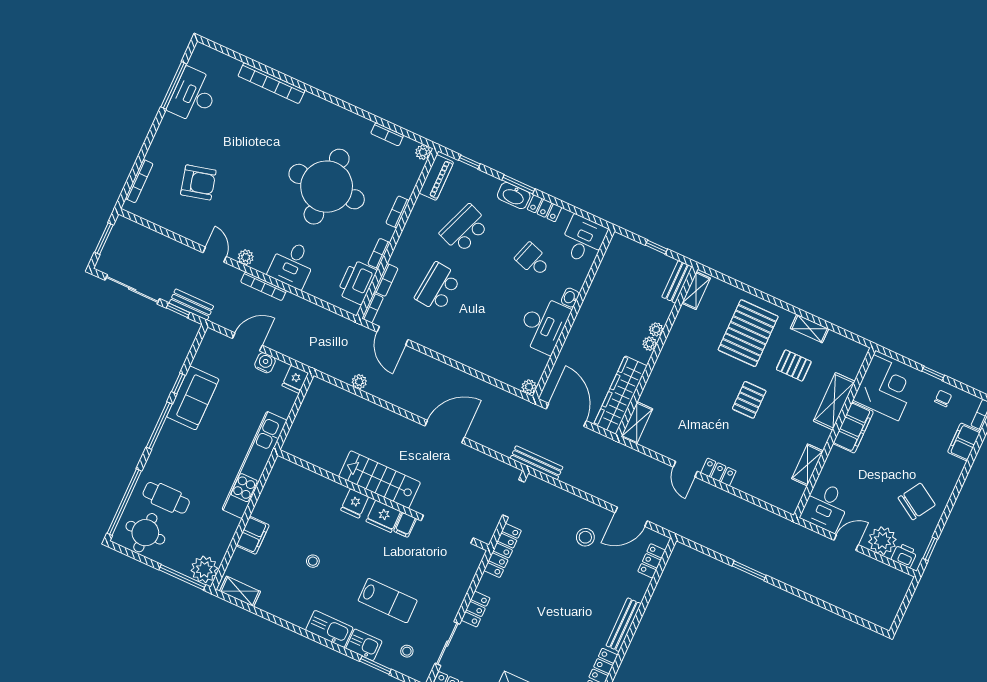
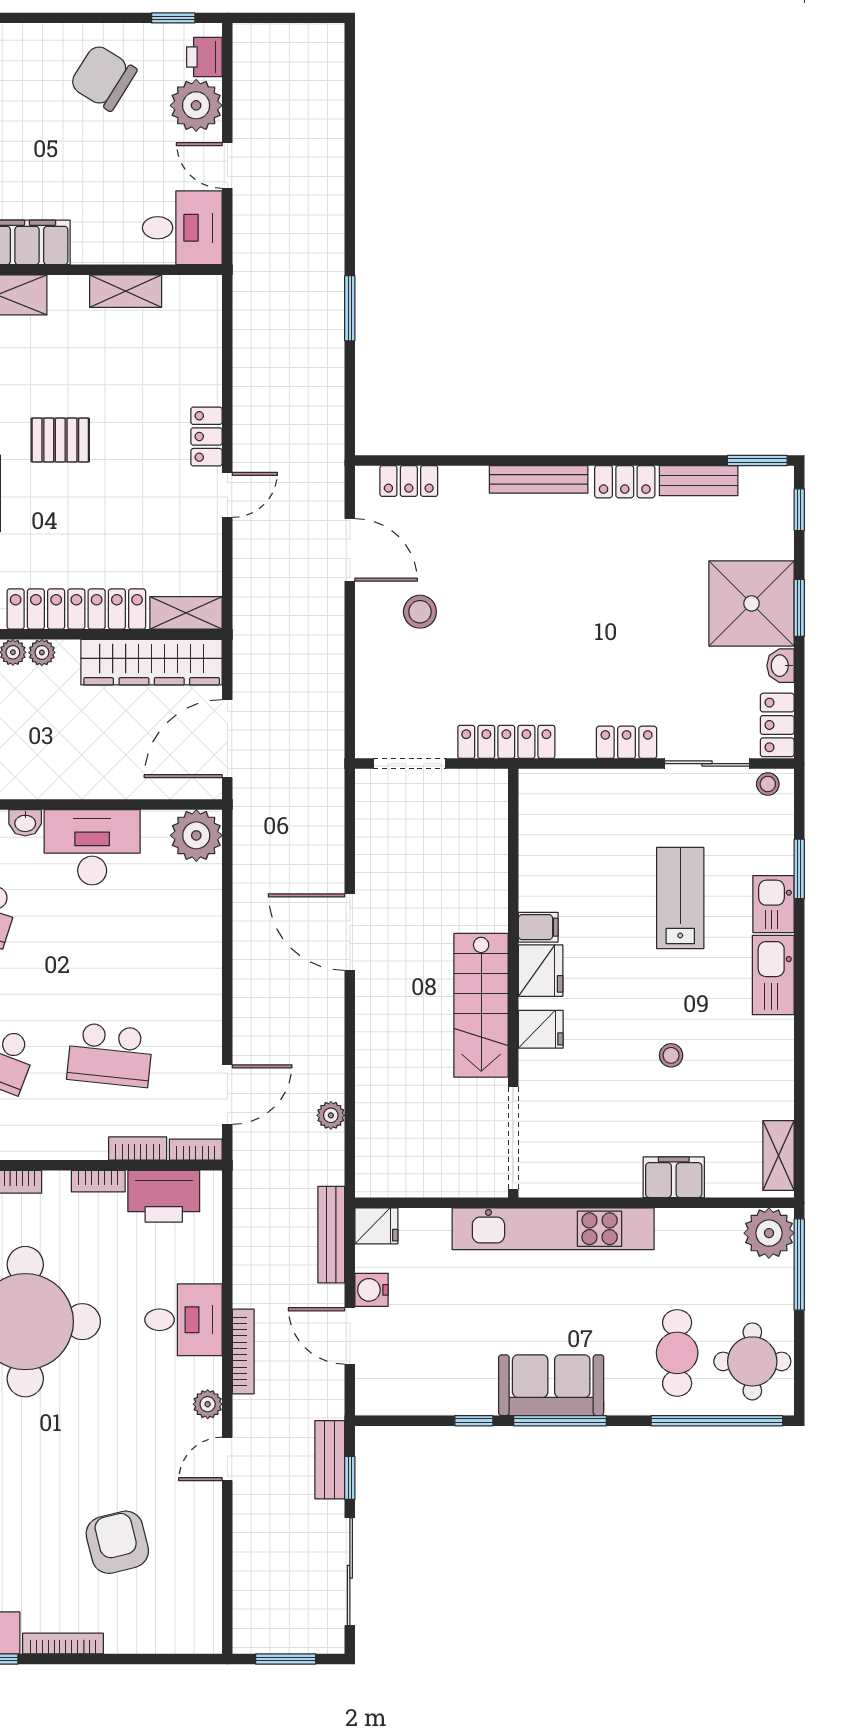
bookcase: (139, 181) -> (63, 1644), moved
locker: (663, 370) -> (76, 609), added
plant: (529, 387) -> (196, 835), width x1.87, depth x1.87
sofa: (193, 398) -> (551, 1385), moved
bench: (537, 463) -> (331, 1235), moved
doorway: (447, 529) -> (513, 1138), moved
stool: (407, 651) -> (768, 784), moved

